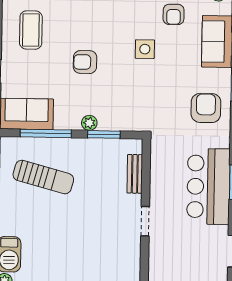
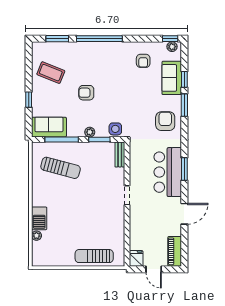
coffee table: (31, 30) -> (51, 73), turned -68
side table: (145, 49) -> (115, 129), moved
bench: (135, 174) -> (120, 155), moved

